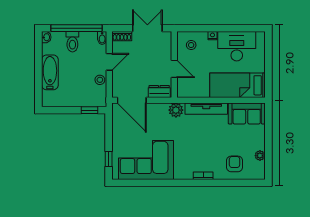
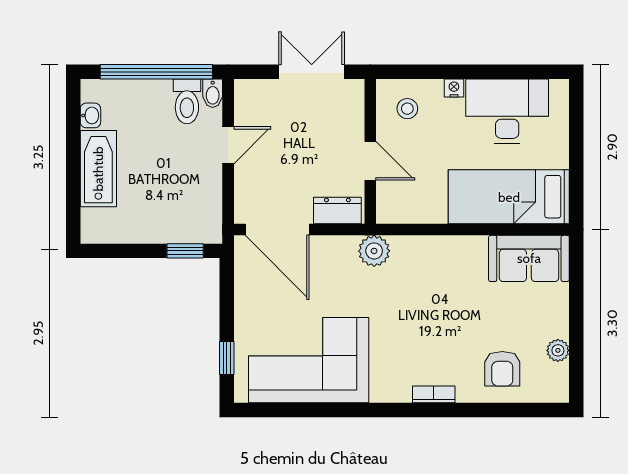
shoe rack: (122, 36) -> (256, 89), removed
washbasin: (46, 37) -> (90, 115), moved
toilet: (72, 42) -> (187, 101), moved
stool: (100, 80) -> (208, 185), removed
tv unit: (206, 109) -> (440, 248), removed
armchair: (235, 164) -> (502, 369), turned 180

